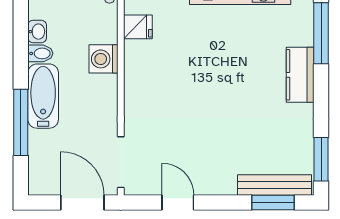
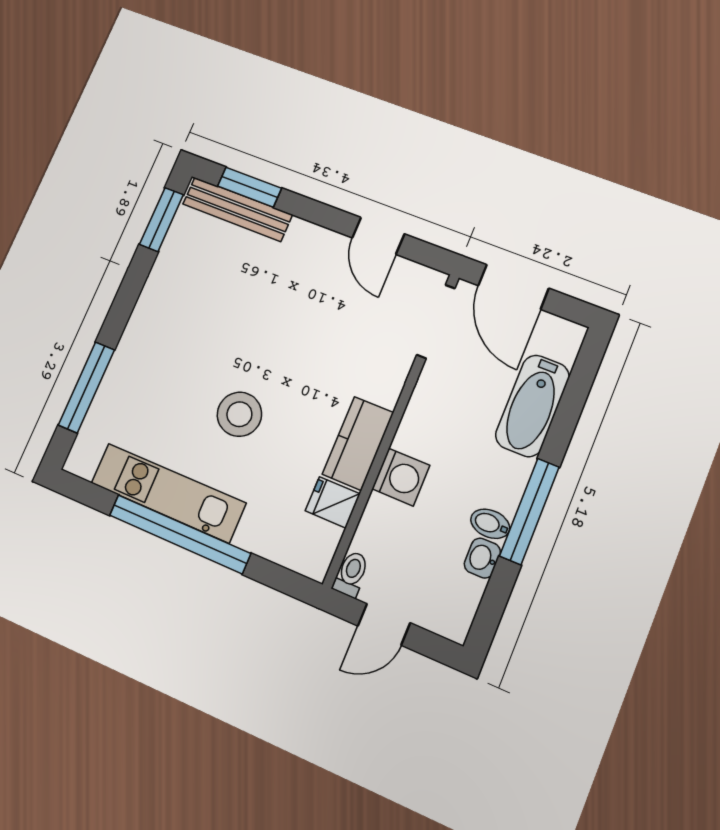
stool: (217, 56) -> (239, 414), added
kitchen counter: (300, 75) -> (358, 443), moved, turned 180
bathtub: (43, 96) -> (532, 406), moved
window: (21, 122) -> (529, 511), moved

